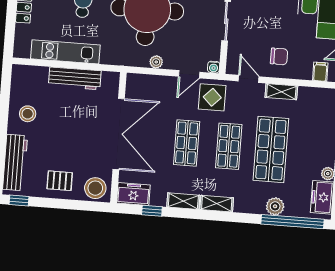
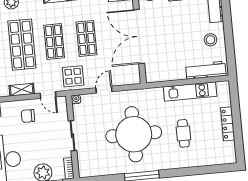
plant: (156, 62) -> (120, 96), removed
door: (189, 74) -> (104, 90), moved
workbench: (75, 78) -> (206, 70), moved

